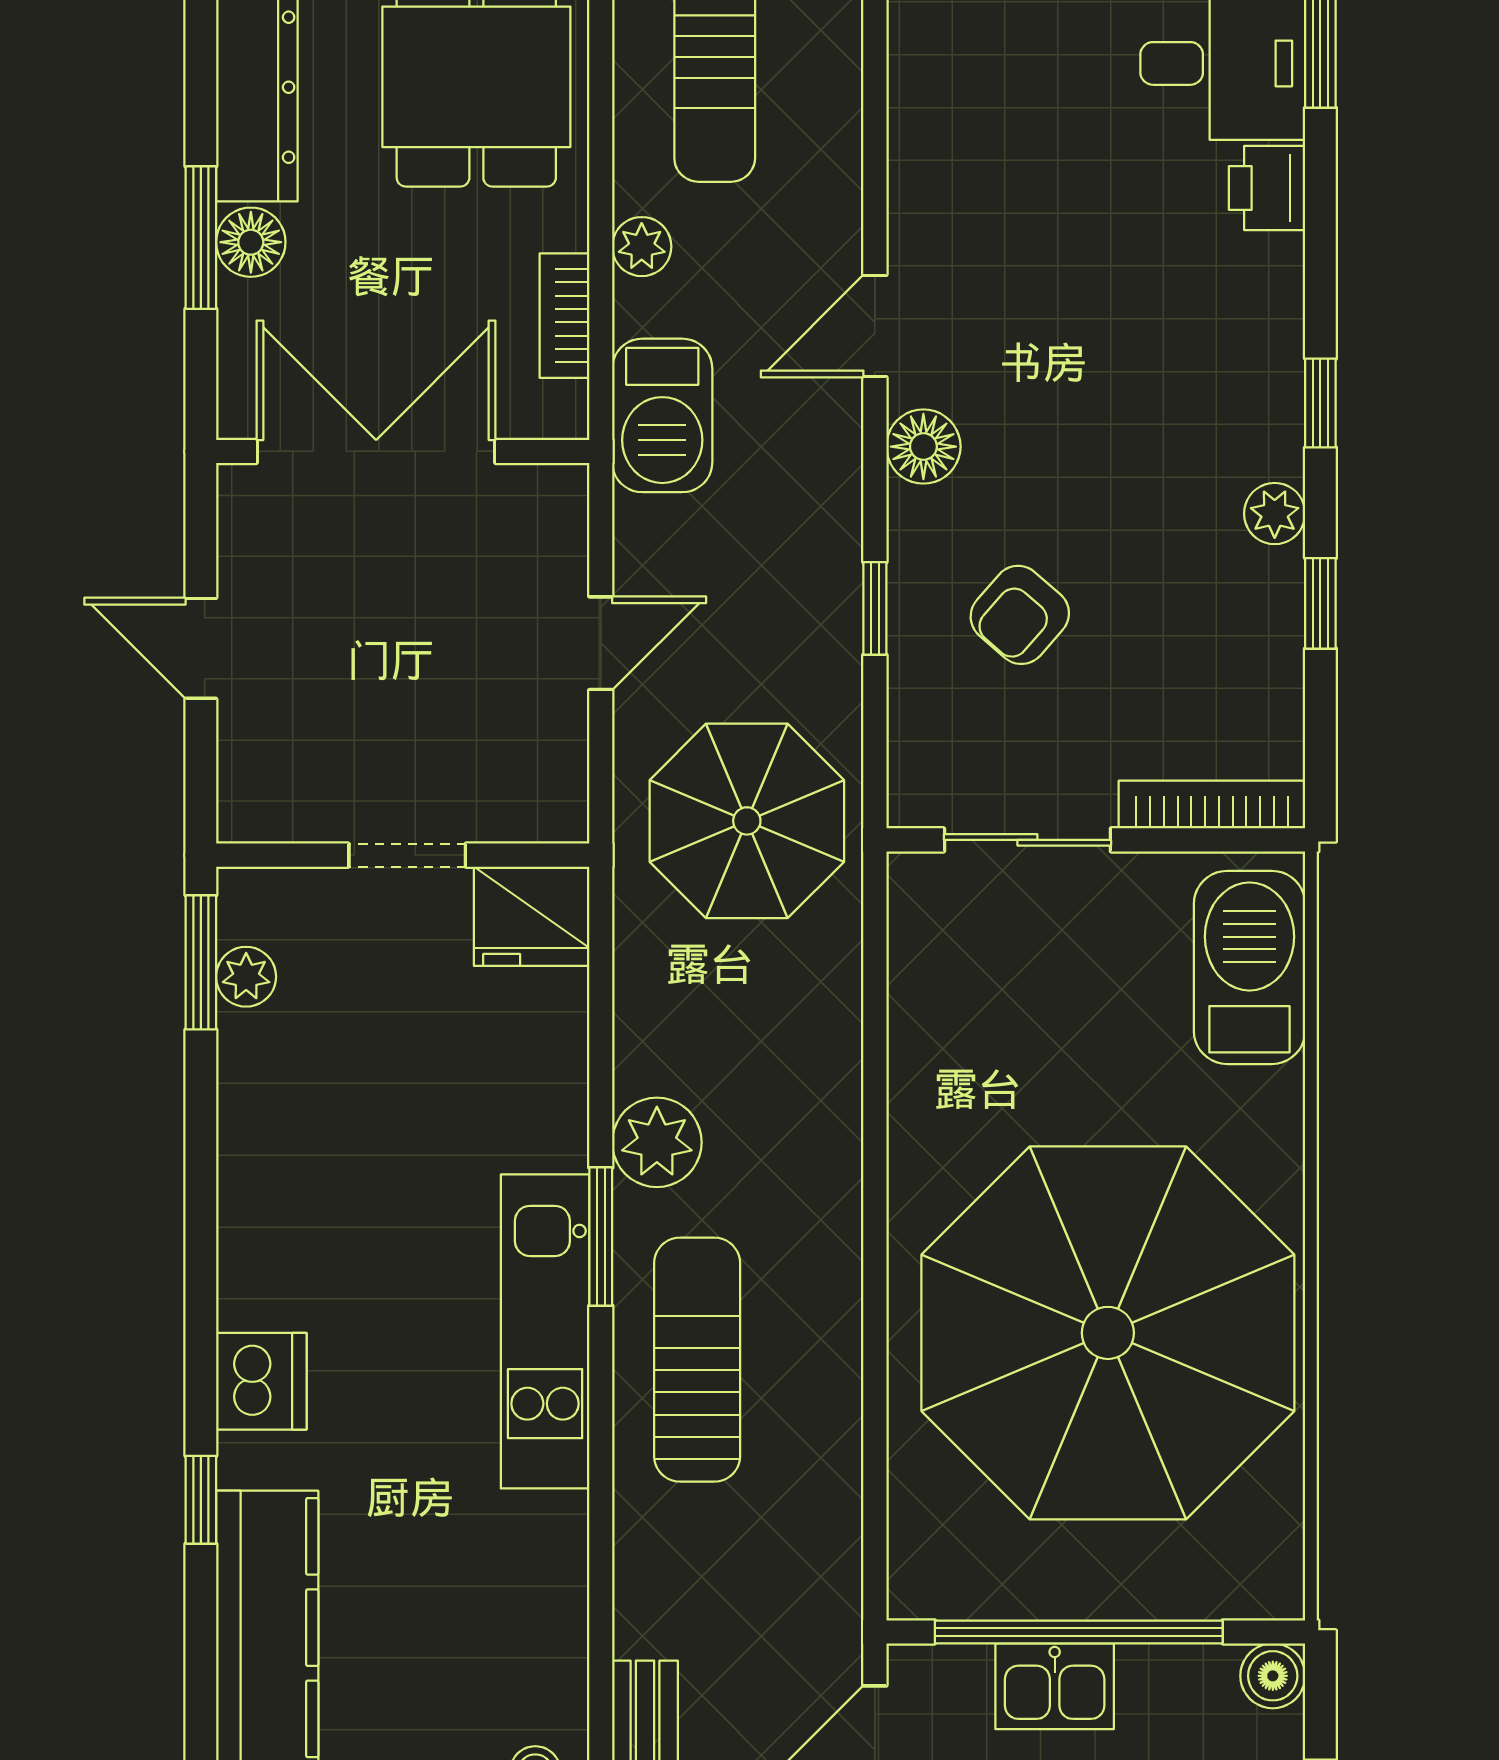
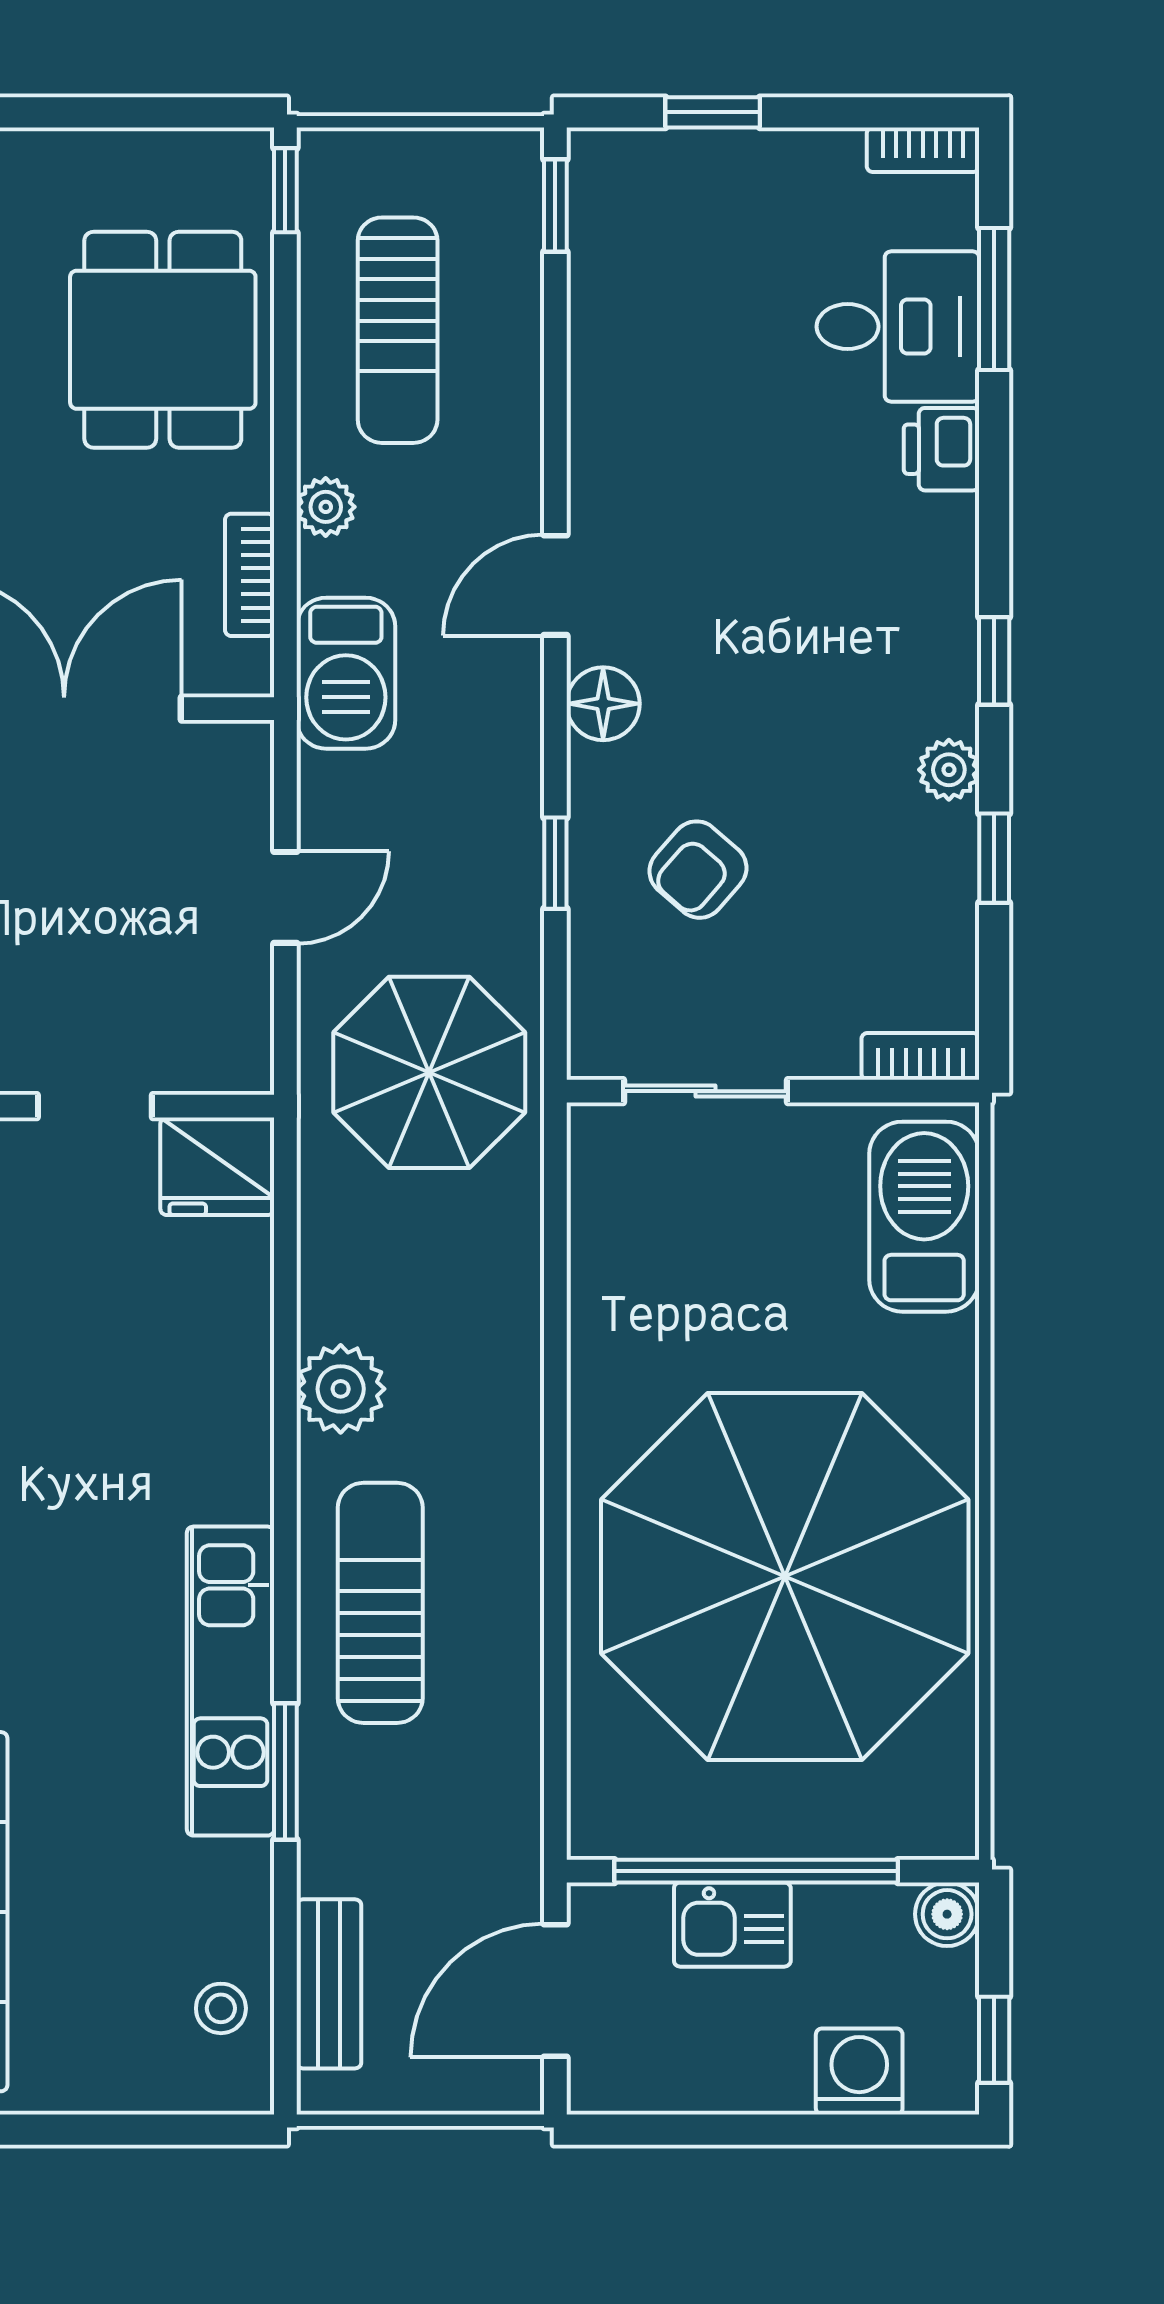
bookcase: (1212, 805) -> (920, 1056), width x0.64
window: (601, 1237) -> (285, 1771), moved
kitchen unit: (545, 1331) -> (231, 1681), moved

